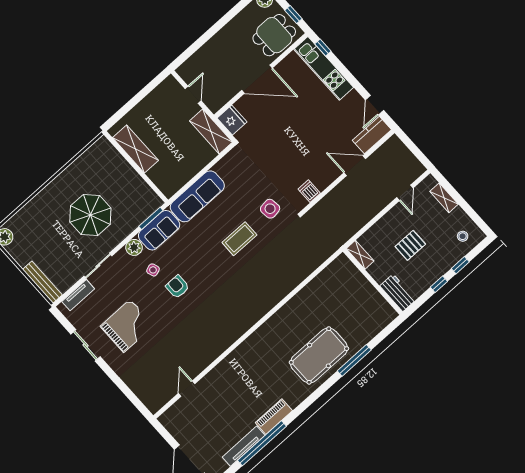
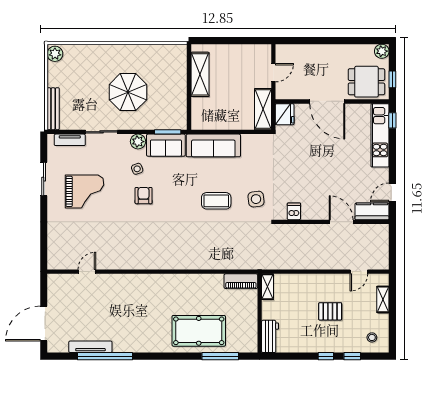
shelving: (360, 255) -> (268, 287), moved
wall: (373, 282) -> (260, 313), moved
workbench: (398, 293) -> (270, 336), moved
piano: (274, 417) -> (241, 281), moved, turned 180

